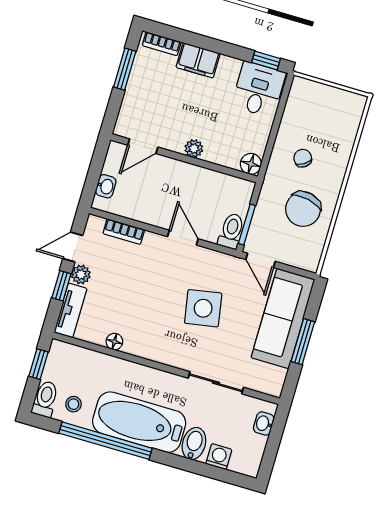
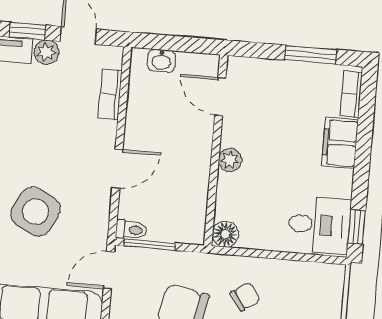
toilet: (231, 231) -> (131, 230), width x0.73, depth x0.72
side table: (203, 308) -> (35, 211), turned 38

